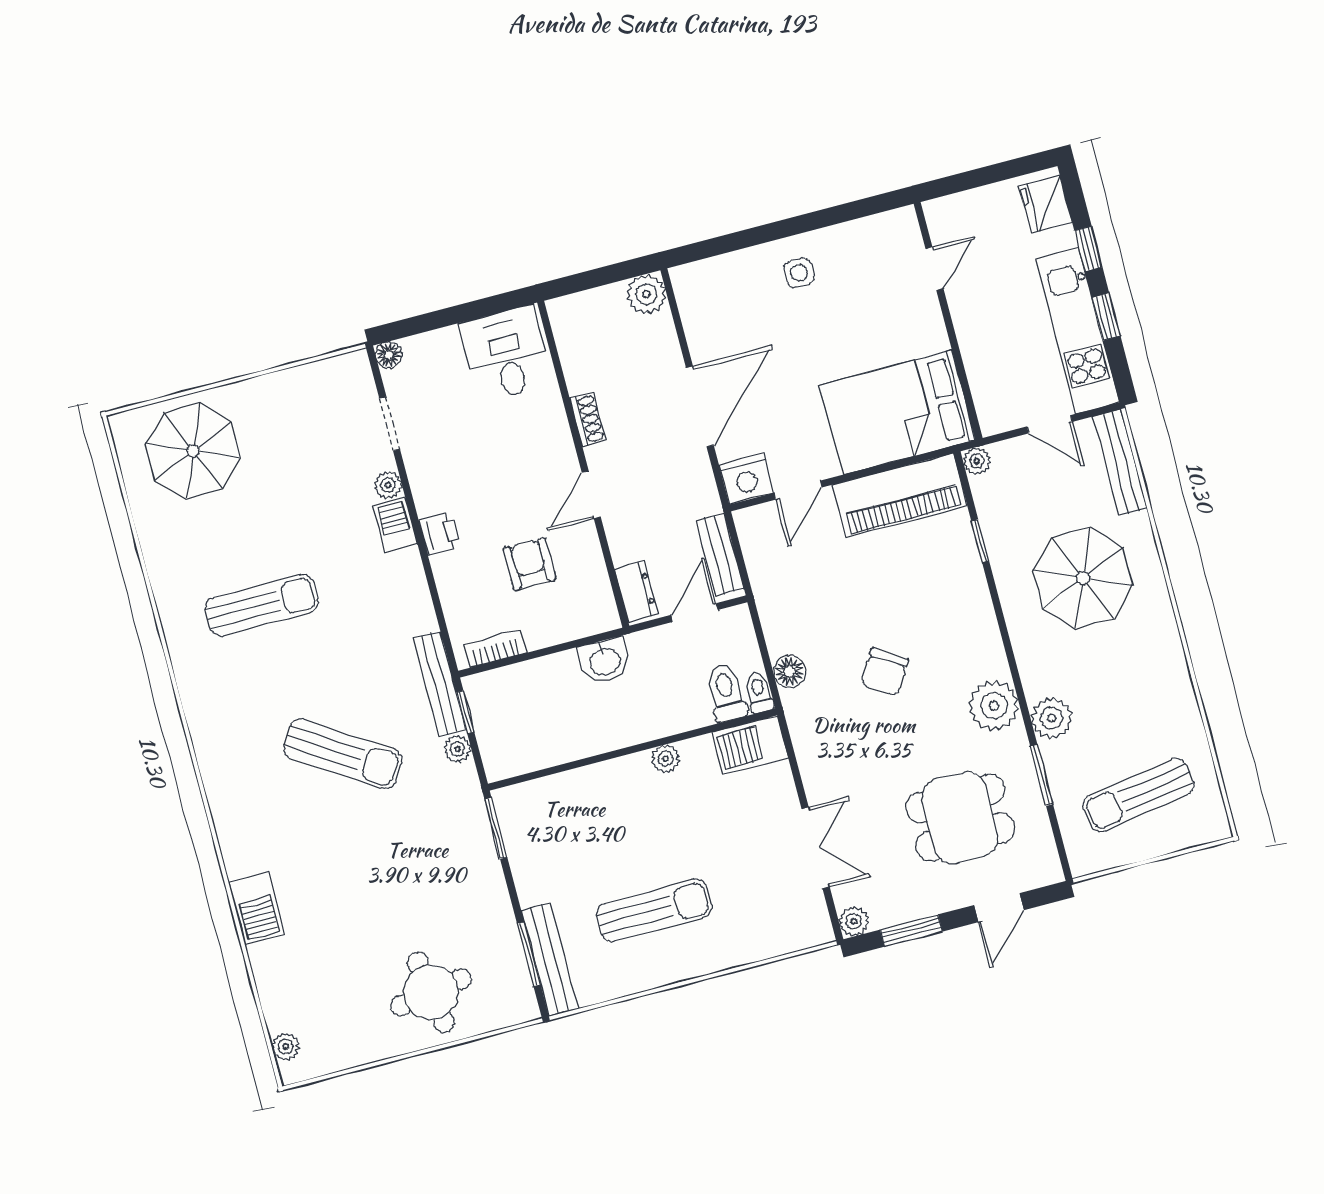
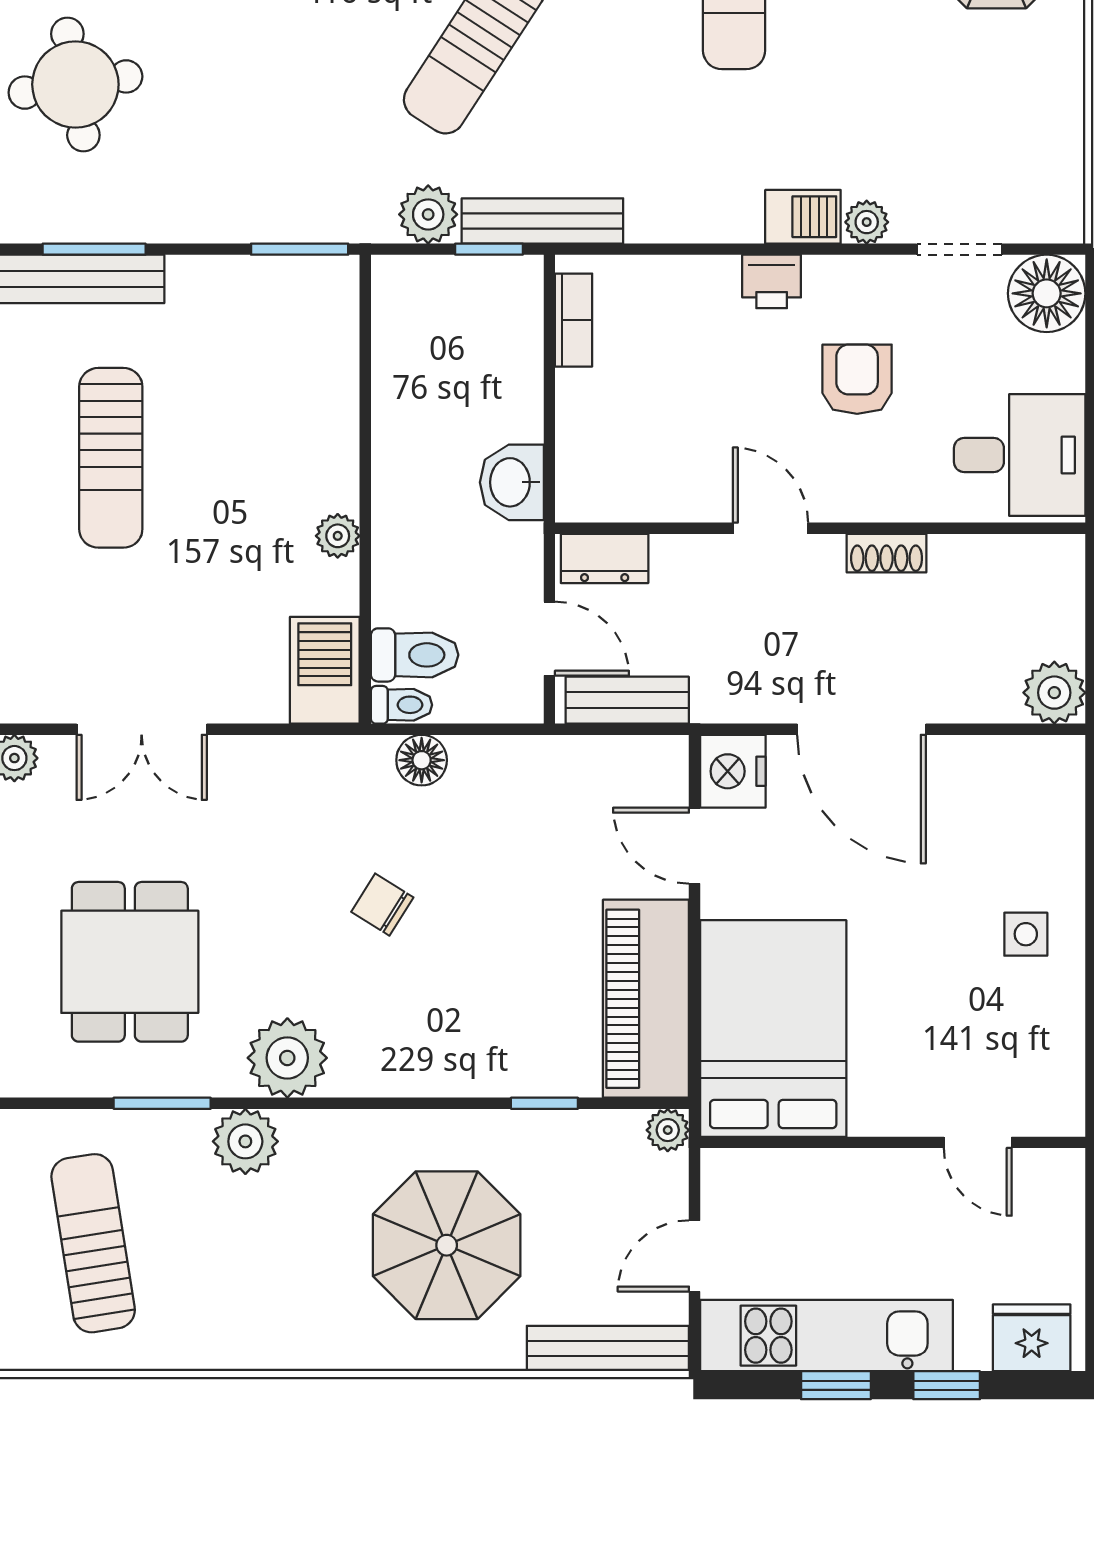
floor lamp: (389, 355) -> (1047, 293), width x1.89, depth x1.89
armchair: (529, 564) -> (857, 379), moved, turned -90
chair: (884, 672) -> (382, 905), width x0.73, depth x0.73
plant: (457, 749) -> (428, 214), width x1.38, depth x1.38

